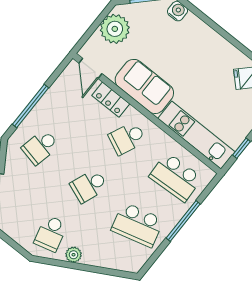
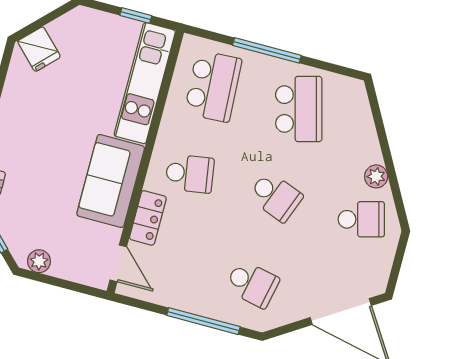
plant: (115, 29) -> (39, 261), width x0.53, depth x0.53
door: (90, 68) -> (118, 263), hinge flipped
school desk: (127, 138) -> (190, 174), turned -33

